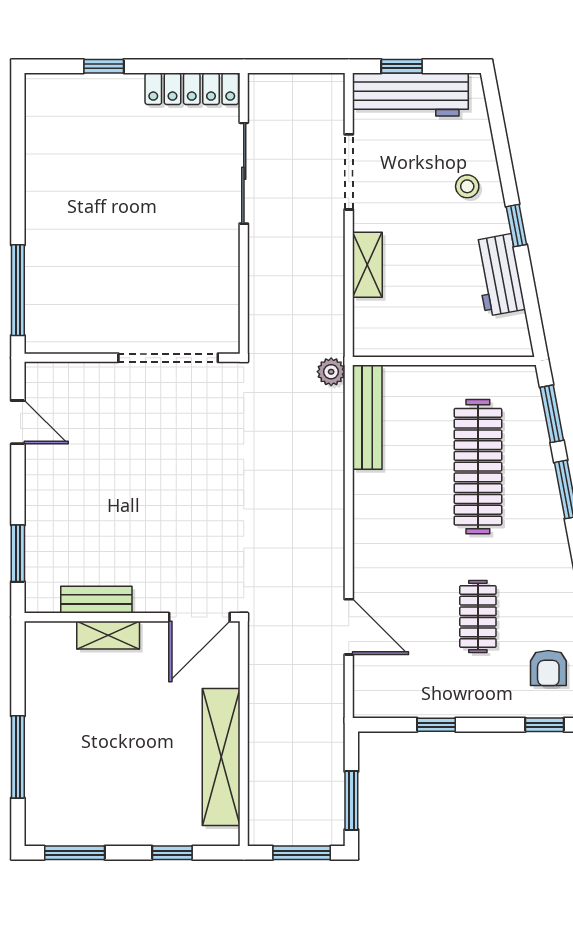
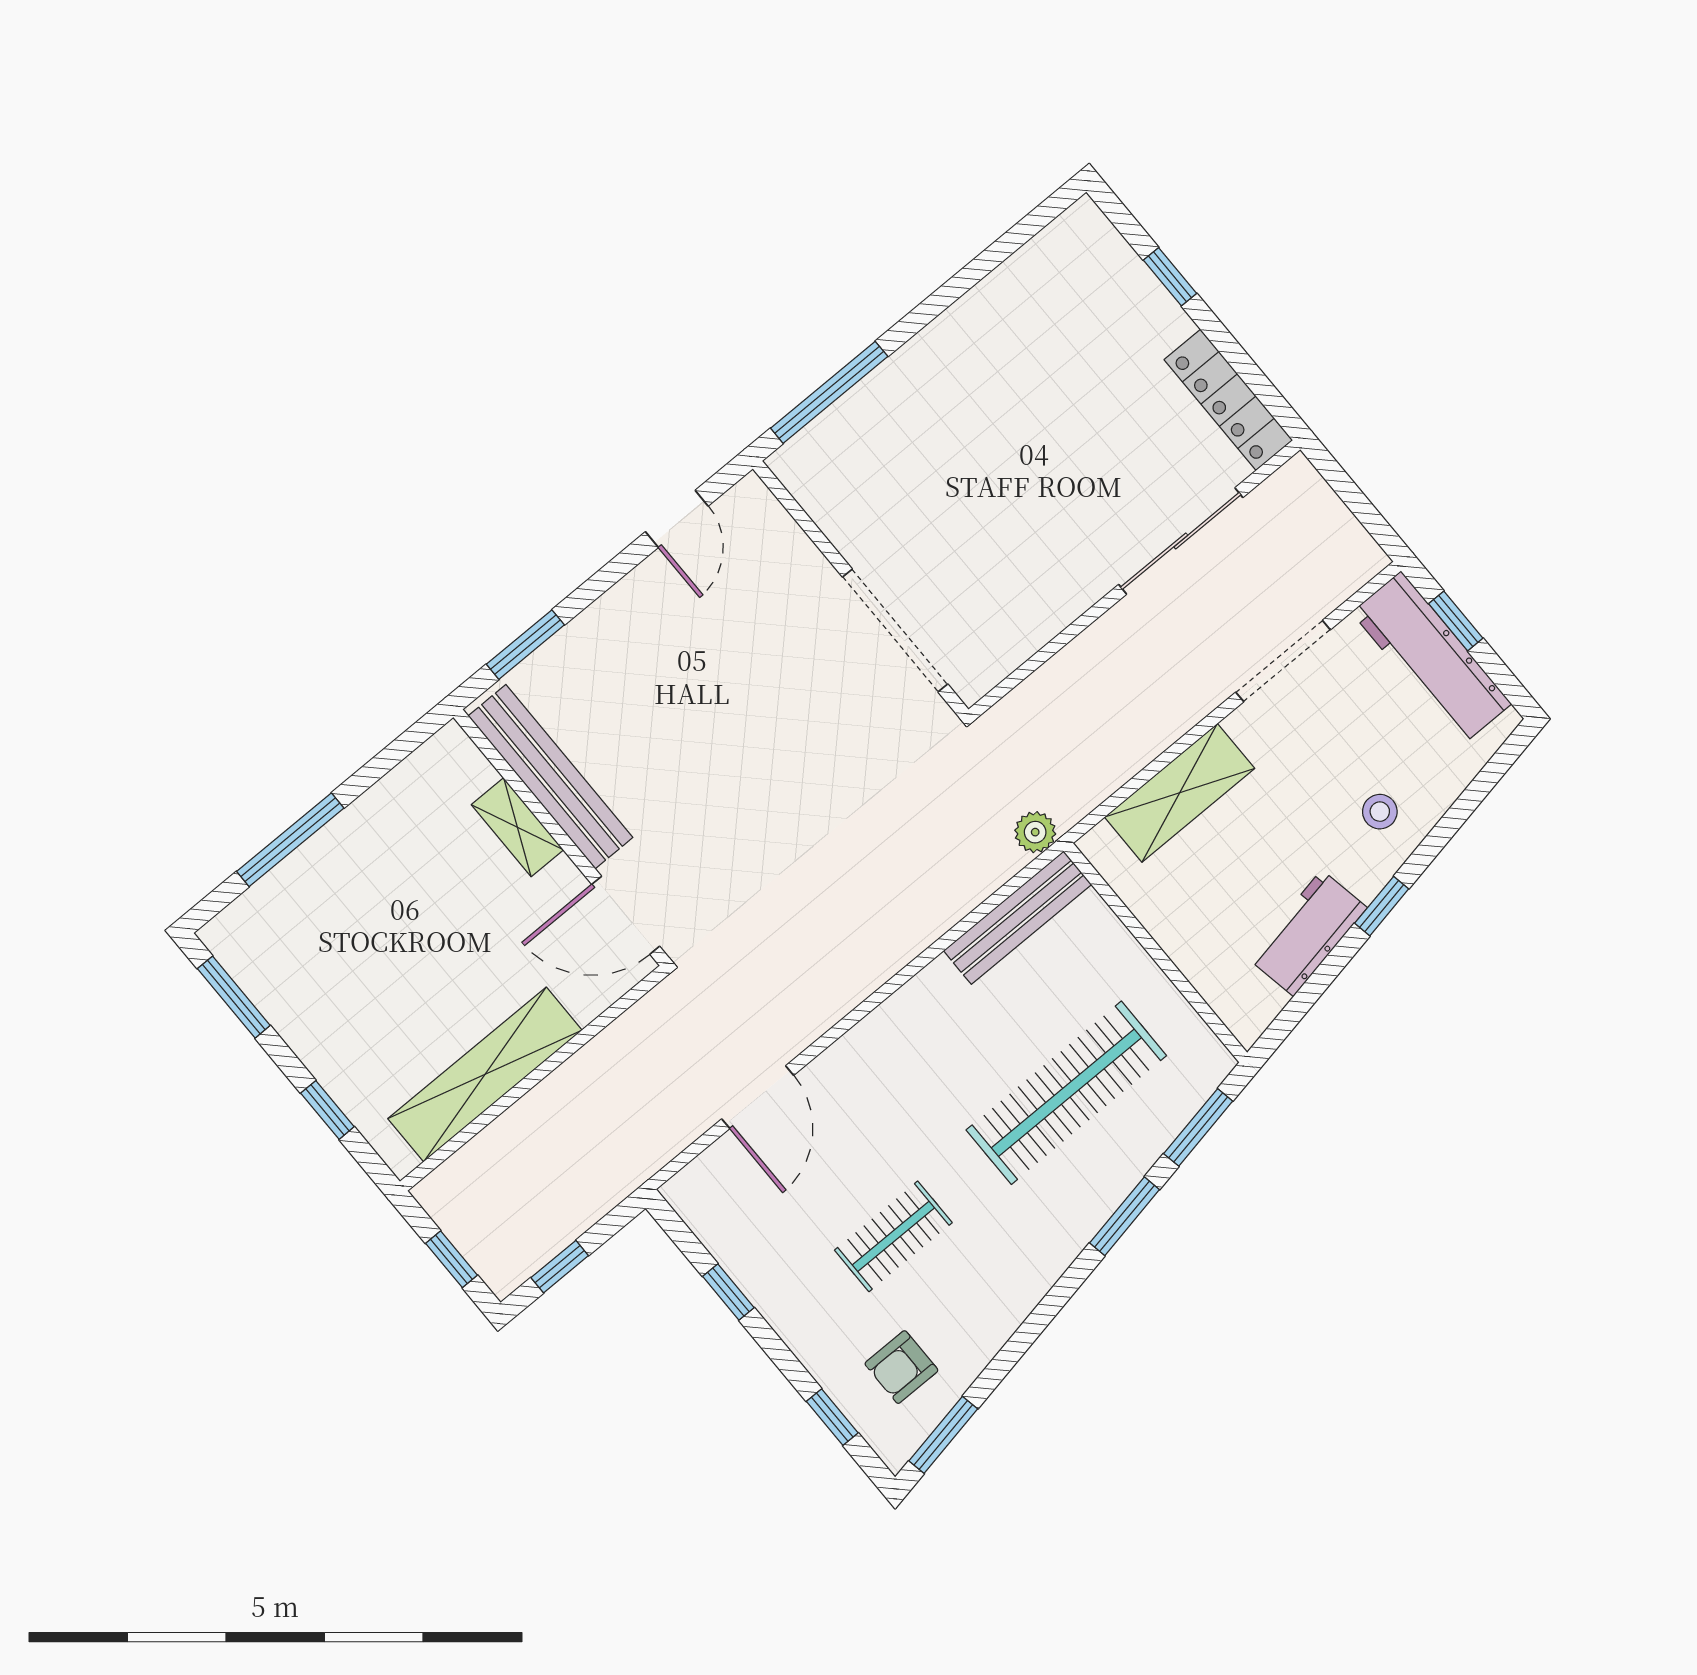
shelving: (367, 265) -> (1180, 793), width x1.50, depth x1.33
bench: (96, 600) -> (550, 777), width x1.86, depth x1.21
window: (351, 800) -> (560, 1267), width x0.67
window: (302, 853) -> (452, 1259), width x0.67

